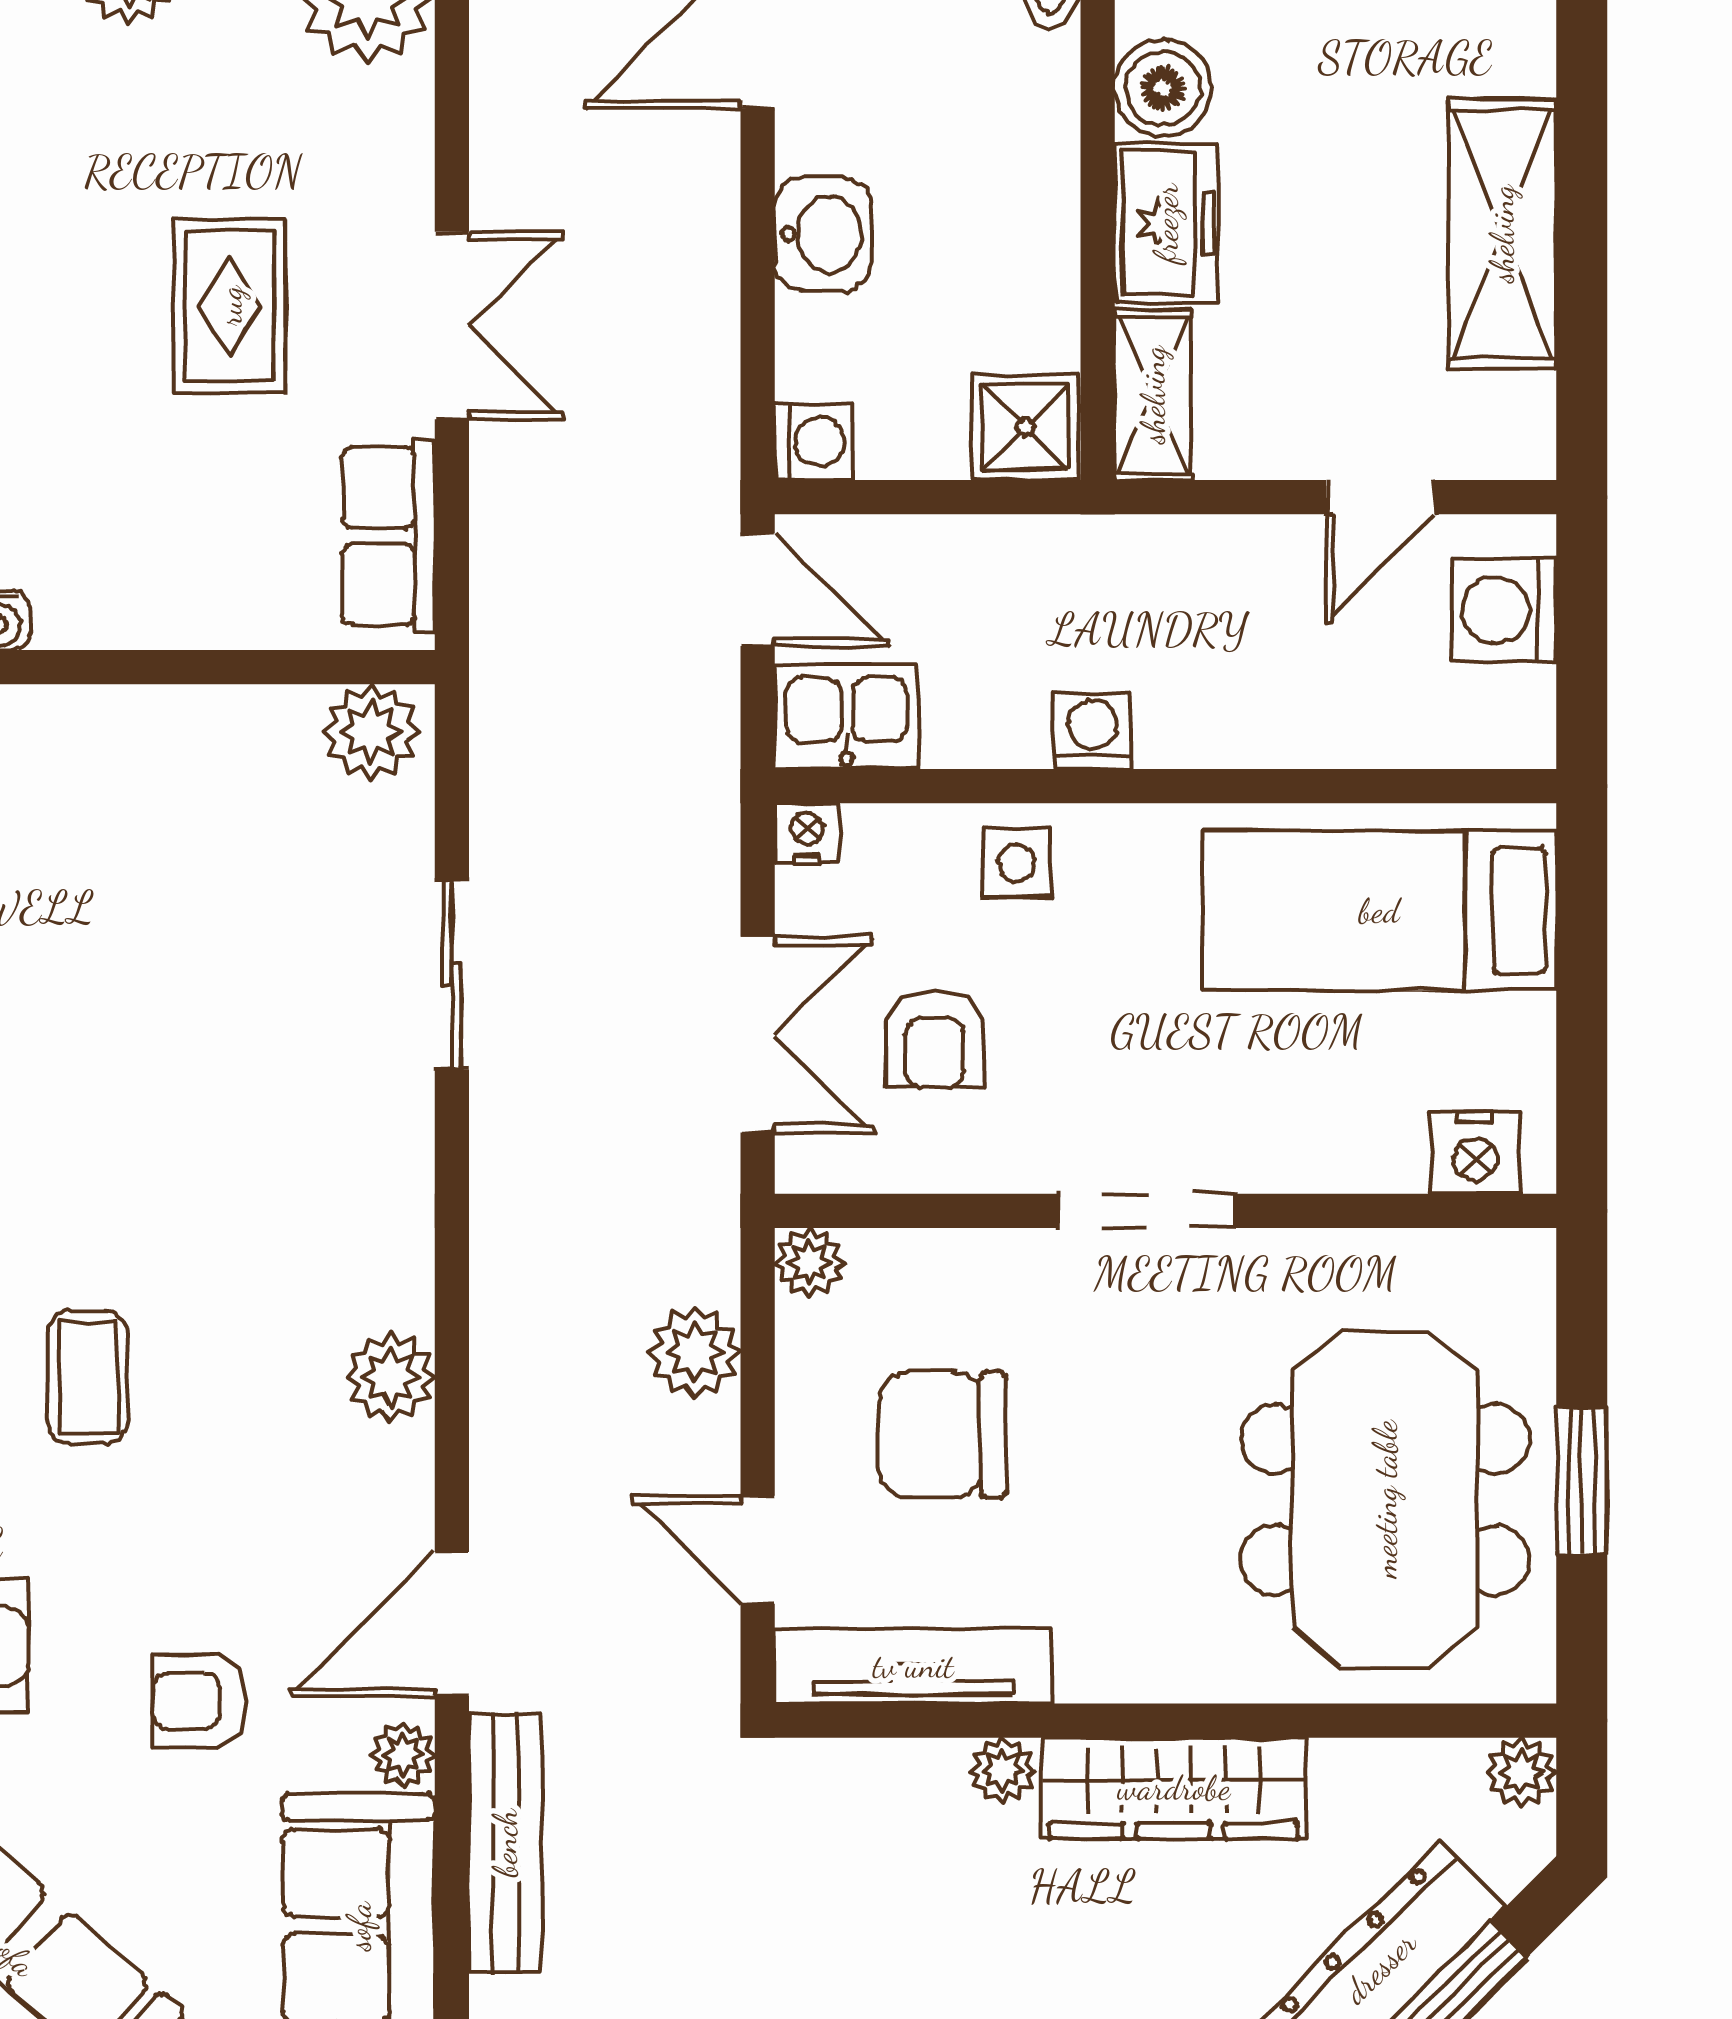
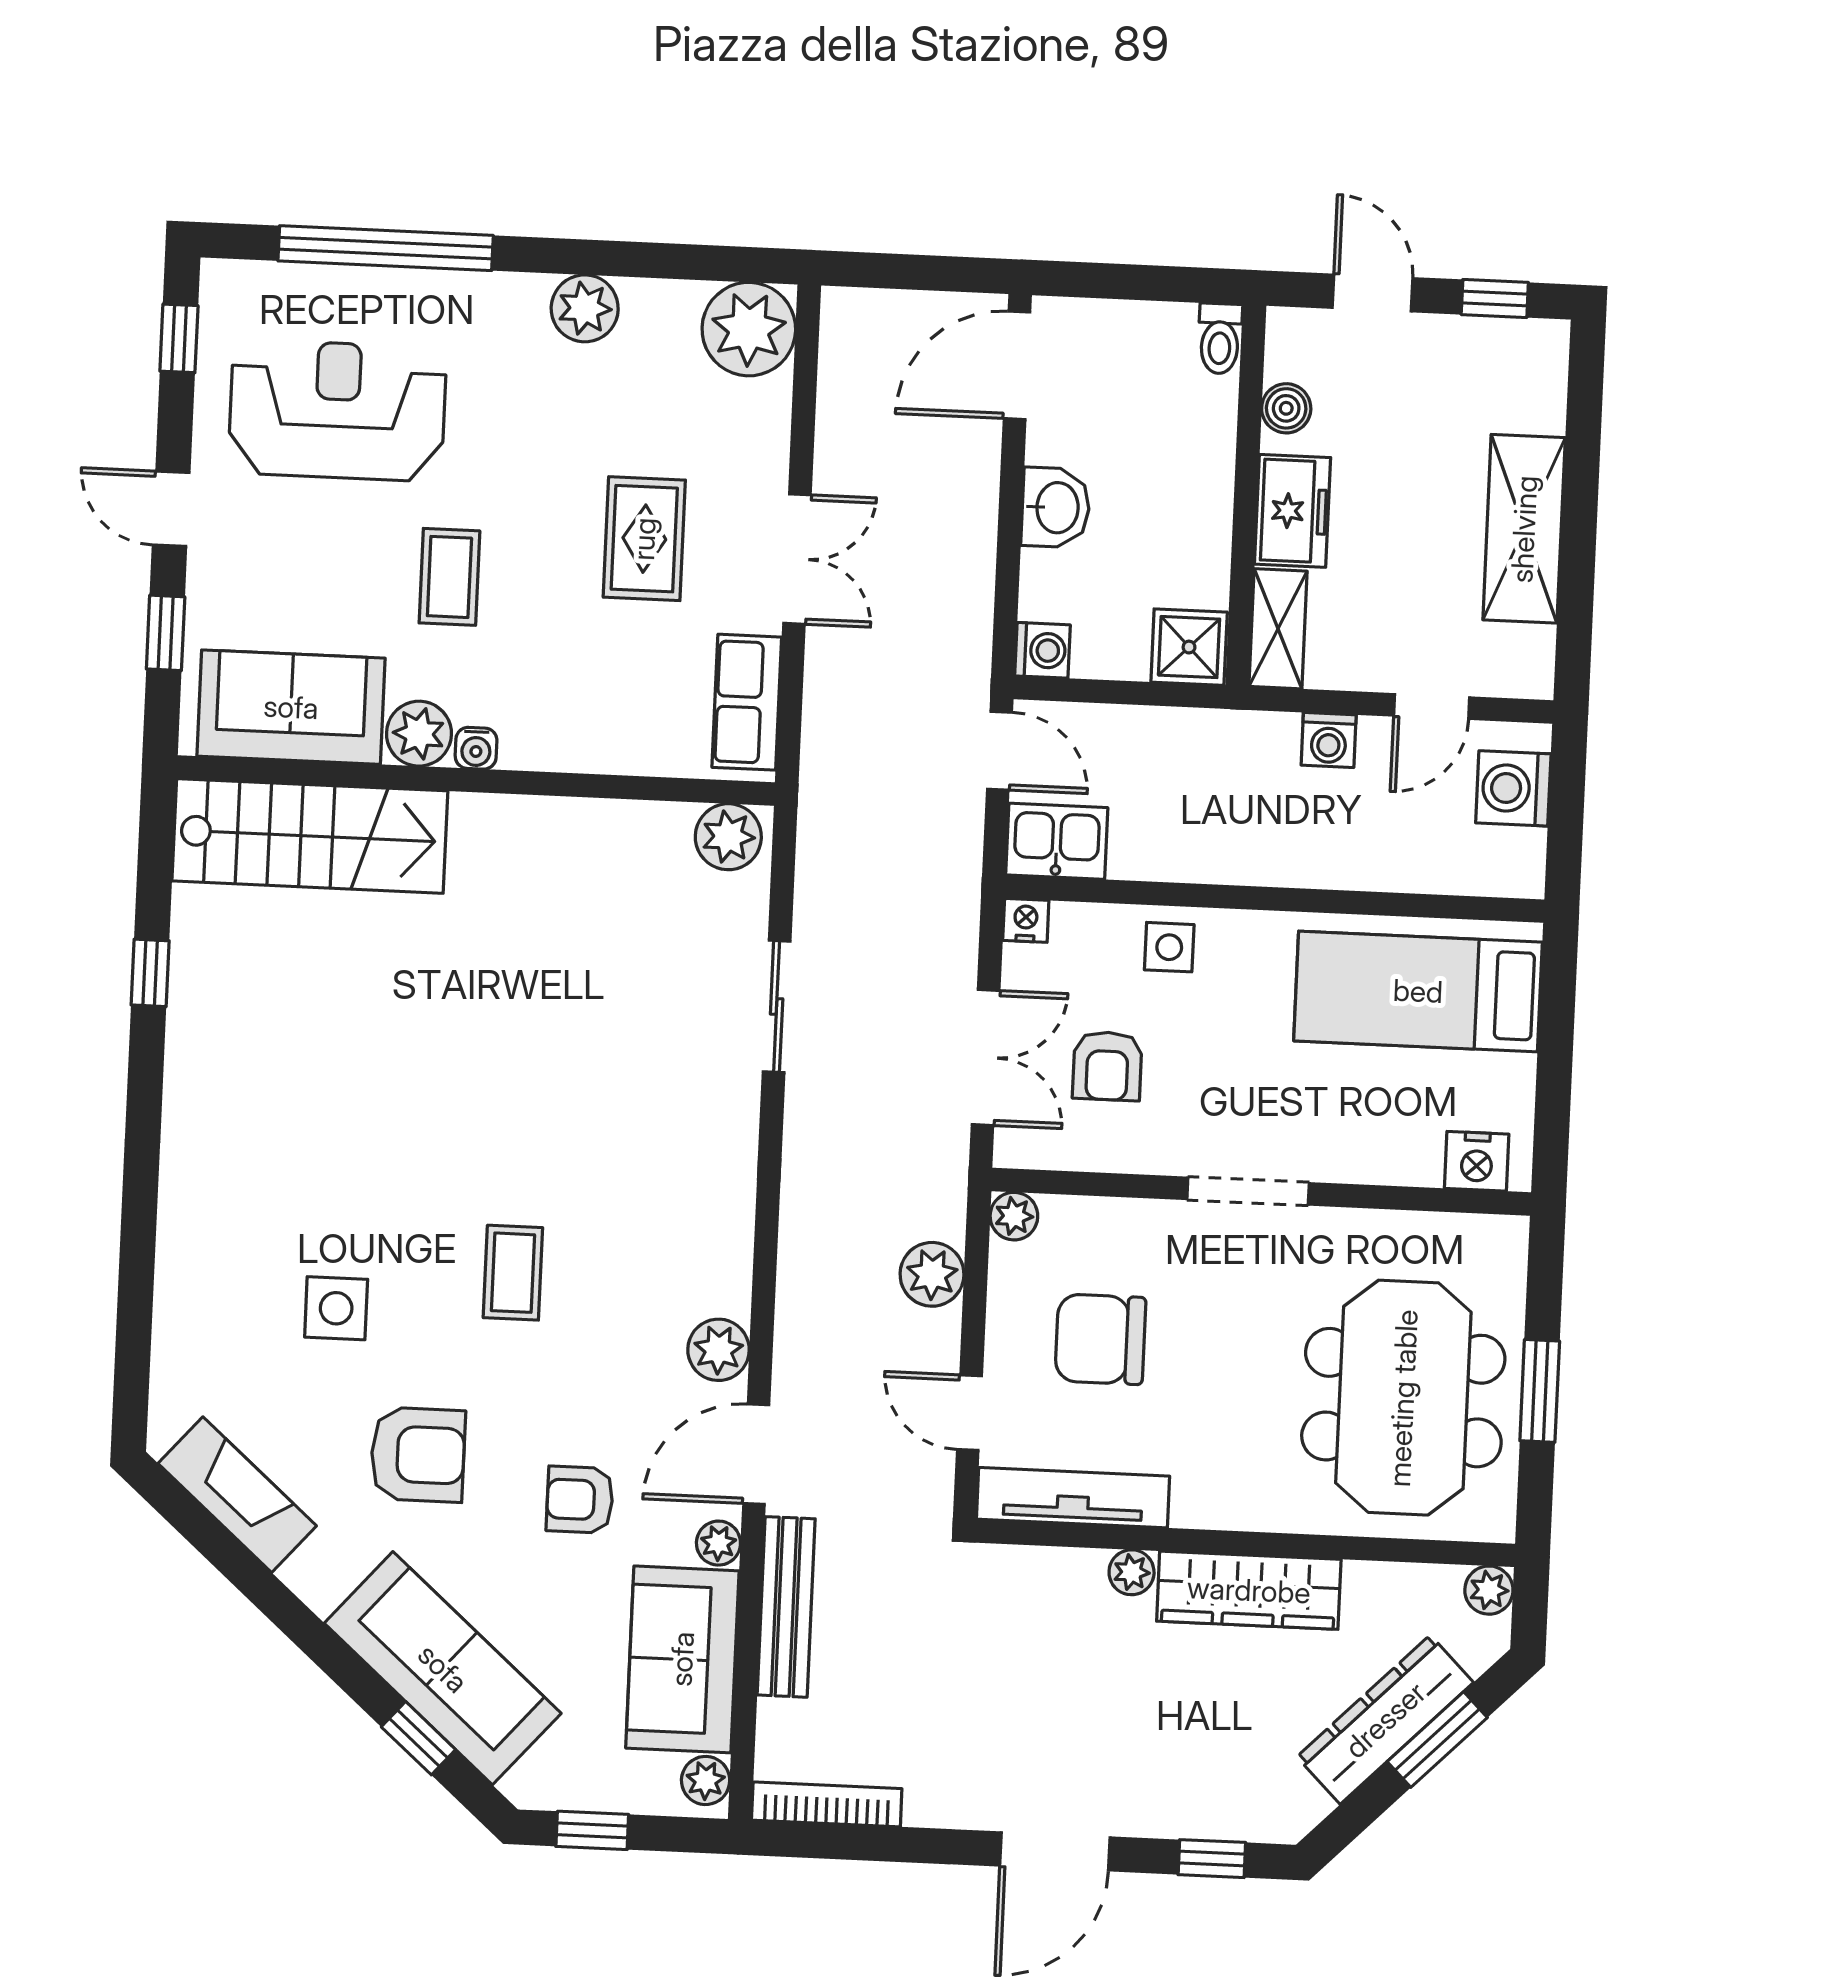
boiler: (1163, 88) -> (1286, 408), width x0.73, depth x0.73
washing machine: (1092, 731) -> (1329, 740), moved, turned 180
plant: (390, 1377) -> (719, 1350), moved

